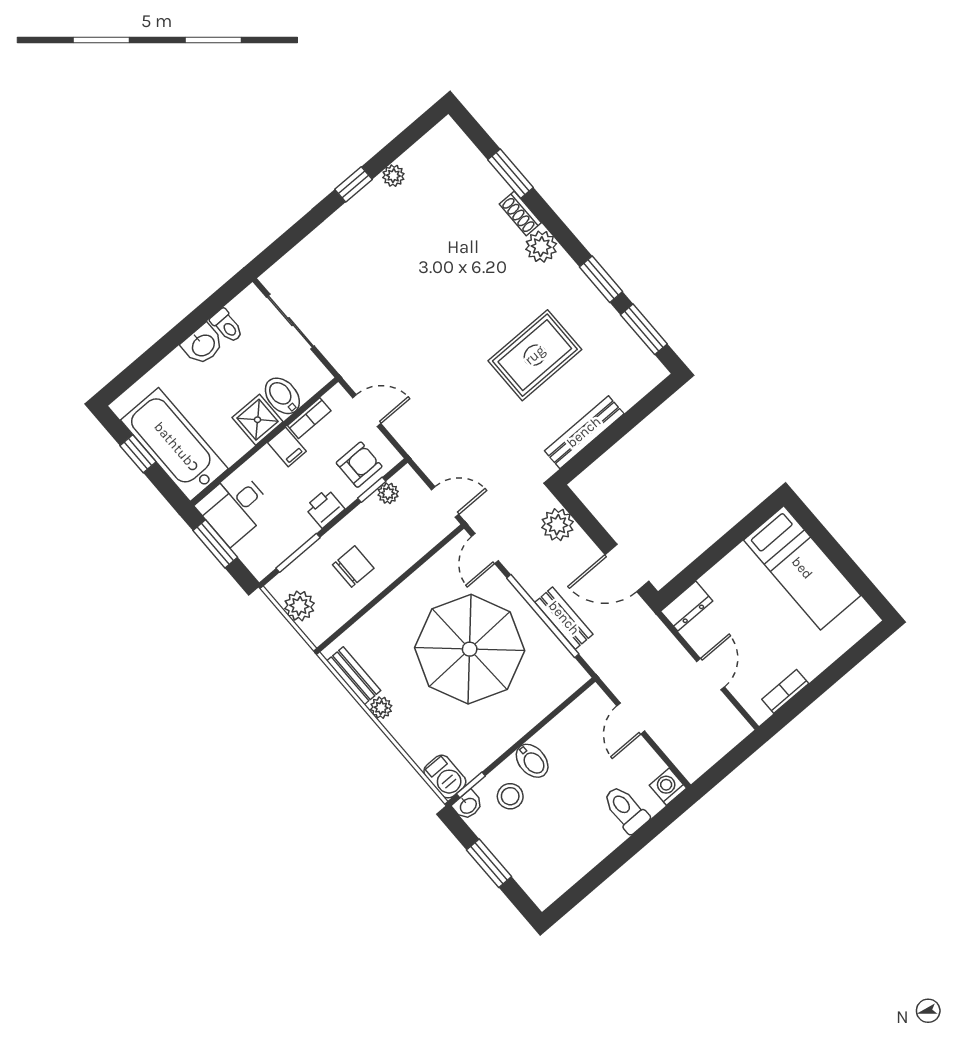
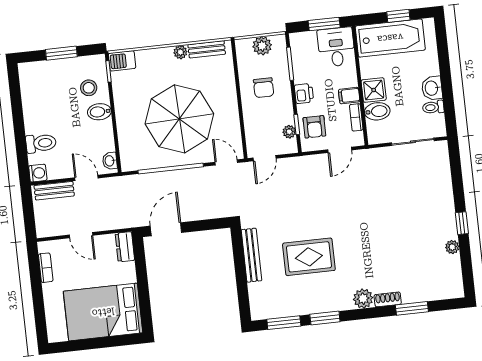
rug: (535, 355) -> (309, 257), turned 90
plant: (558, 525) -> (213, 209), removed
bed: (802, 568) -> (103, 312), width x1.50
bench: (564, 618) -> (54, 191), moved
washbasin: (468, 805) -> (110, 161), moved

